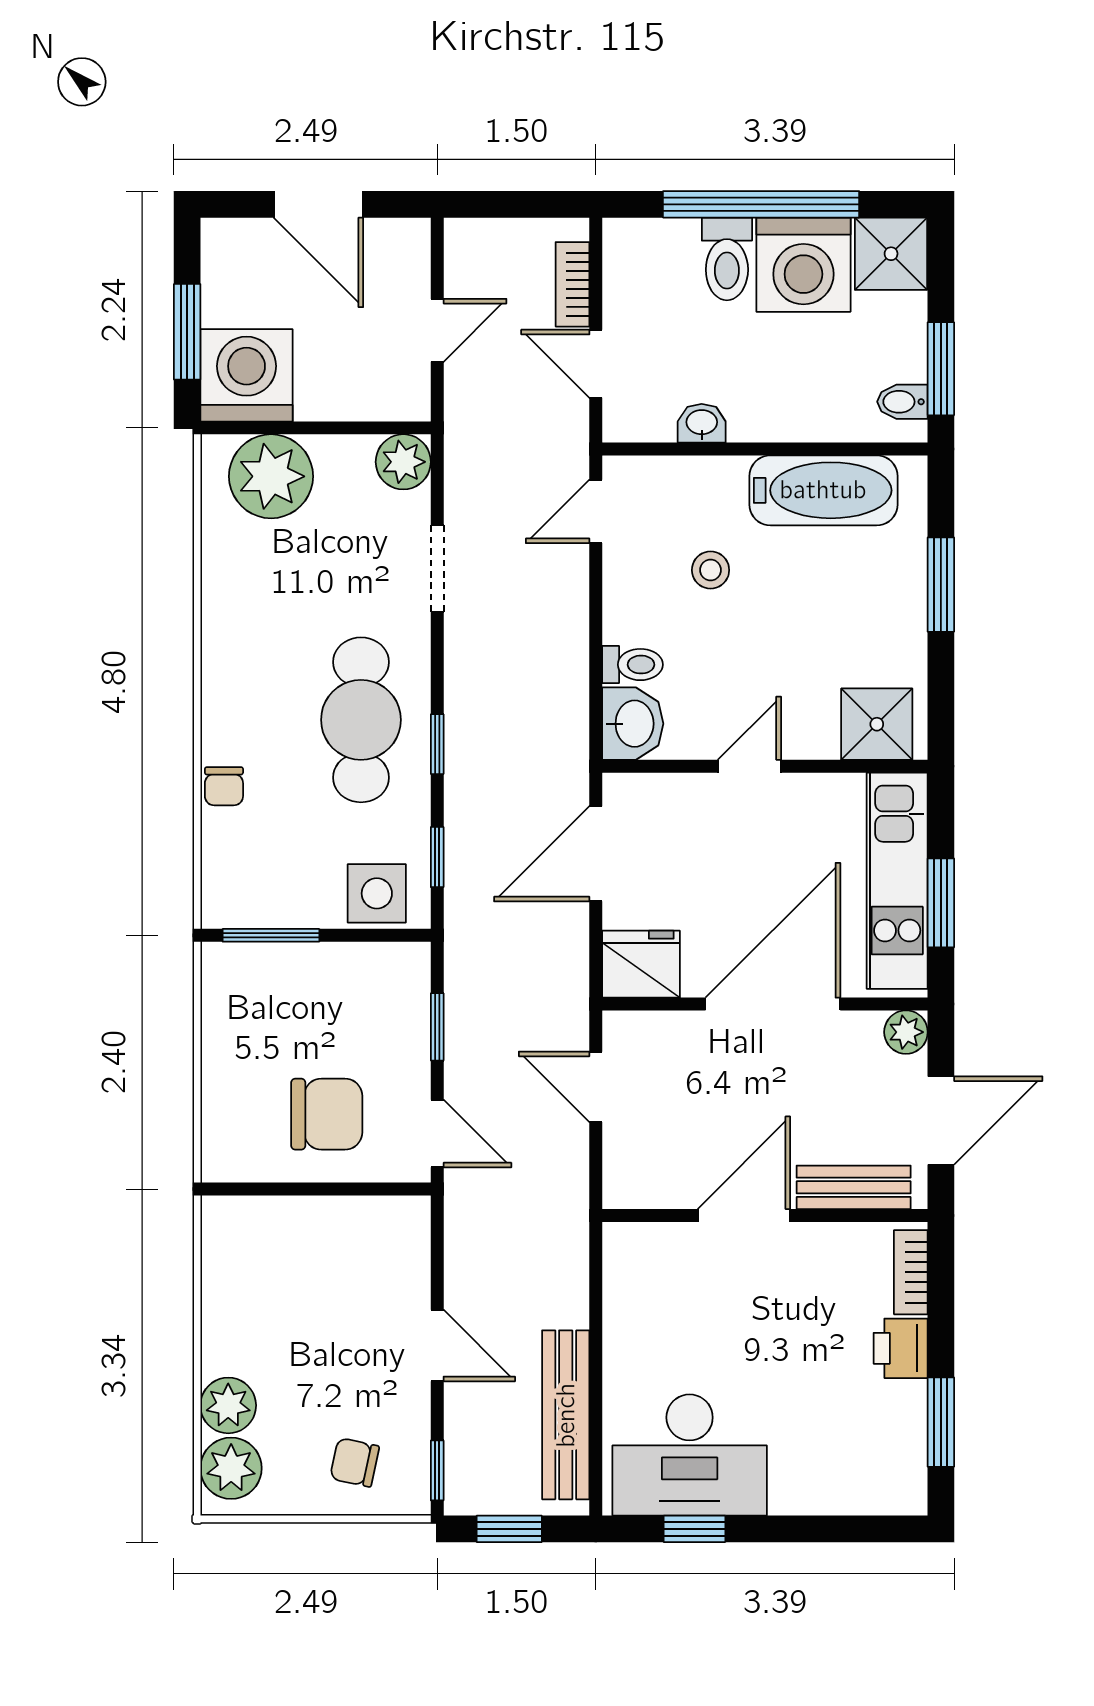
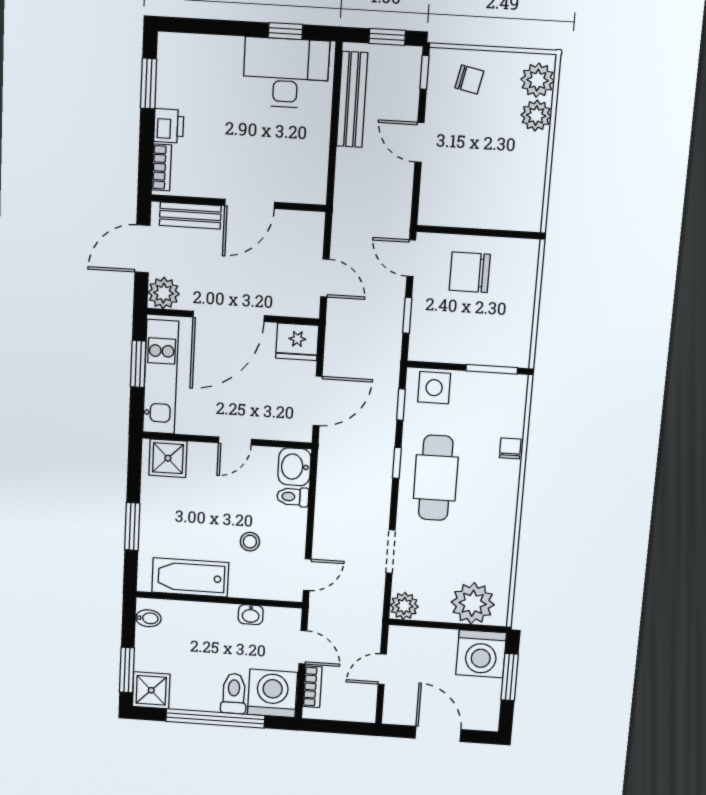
washing machine: (803, 265) -> (272, 693), moved
window: (941, 369) -> (127, 670), moved
plant: (906, 1032) -> (164, 293), width x1.38, depth x1.38

